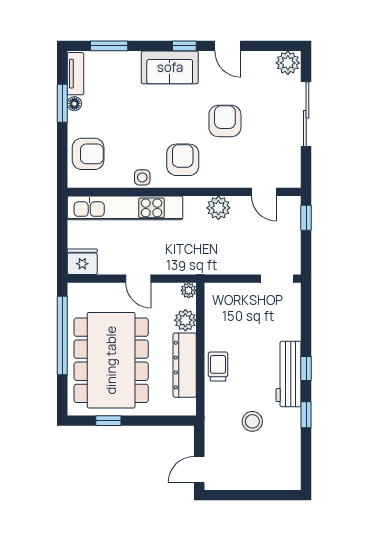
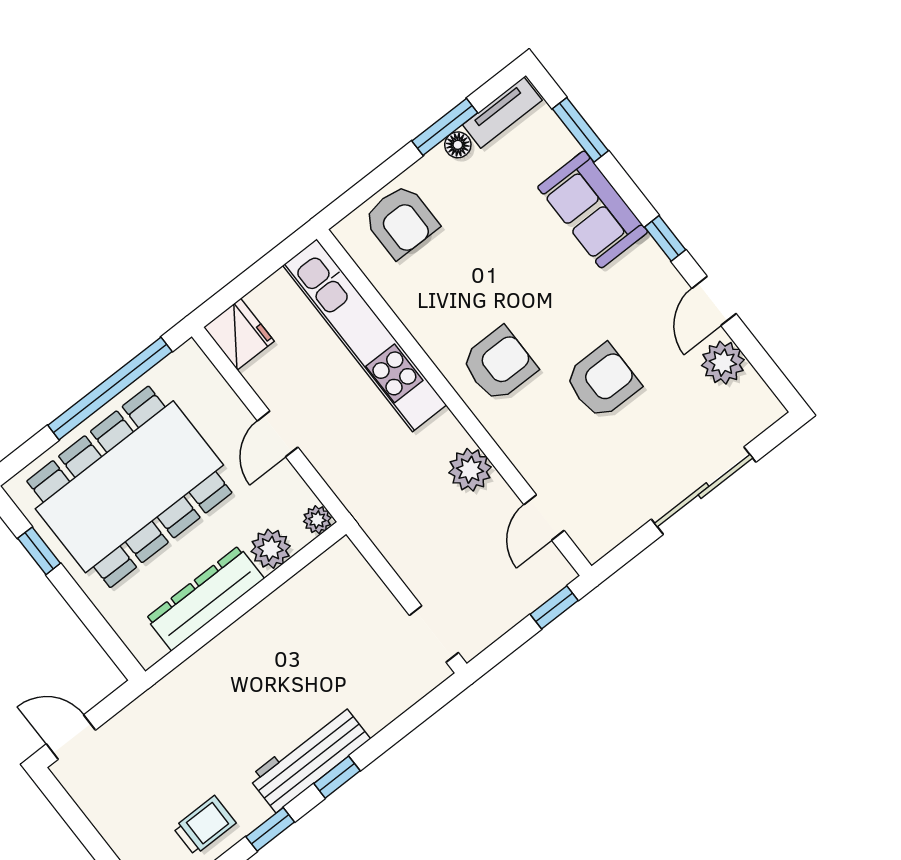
plant: (288, 63) -> (723, 363), moved
sofa: (170, 67) -> (593, 209), moved
side table: (142, 177) -> (428, 326), removed
trolley: (218, 366) -> (205, 825), moved
stool: (252, 421) -> (200, 759), removed

